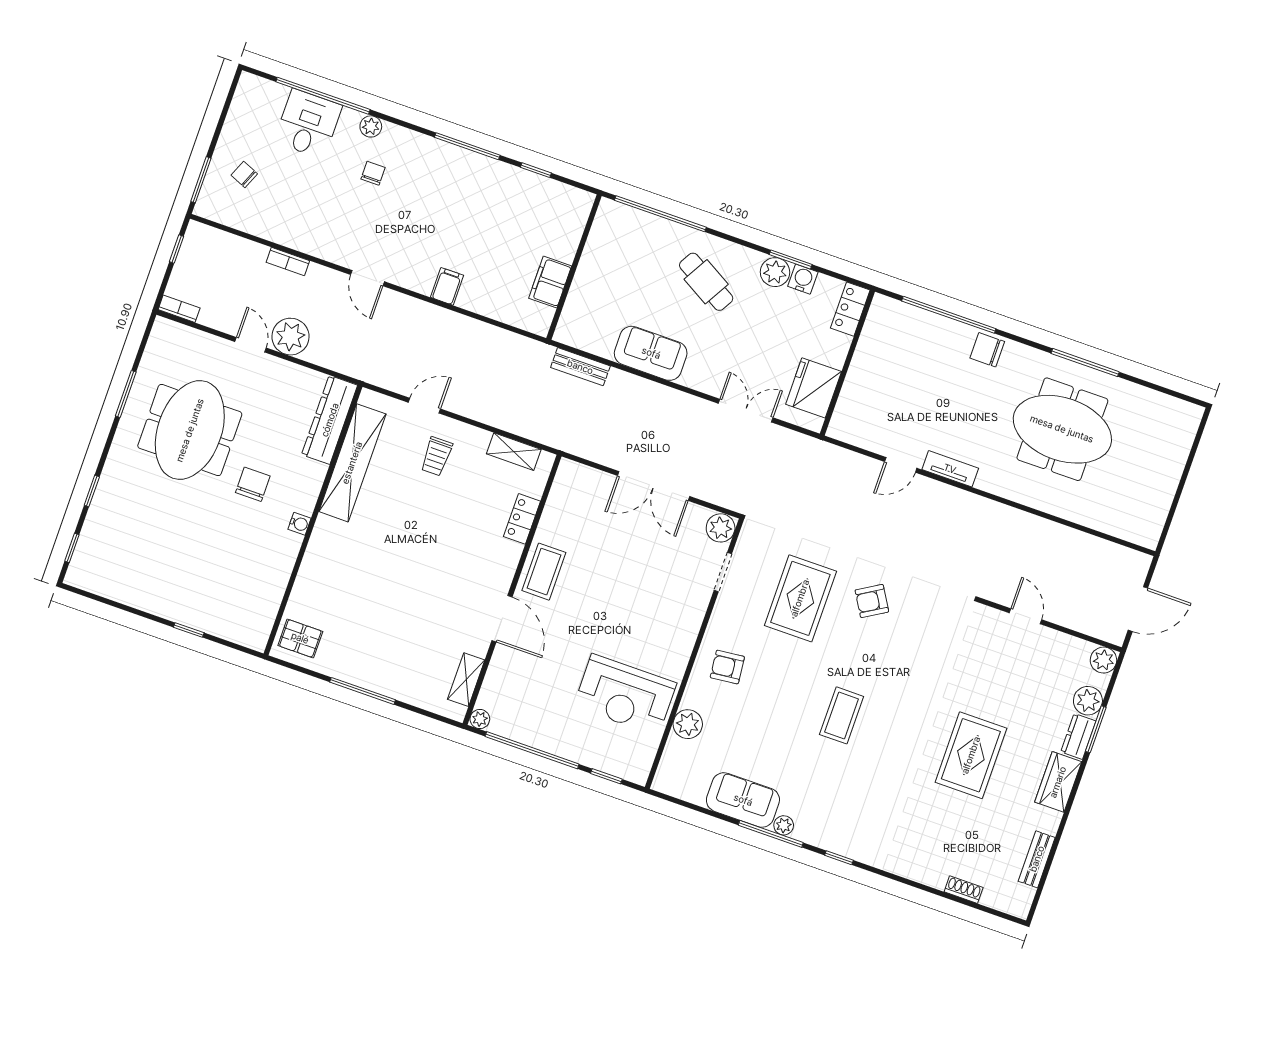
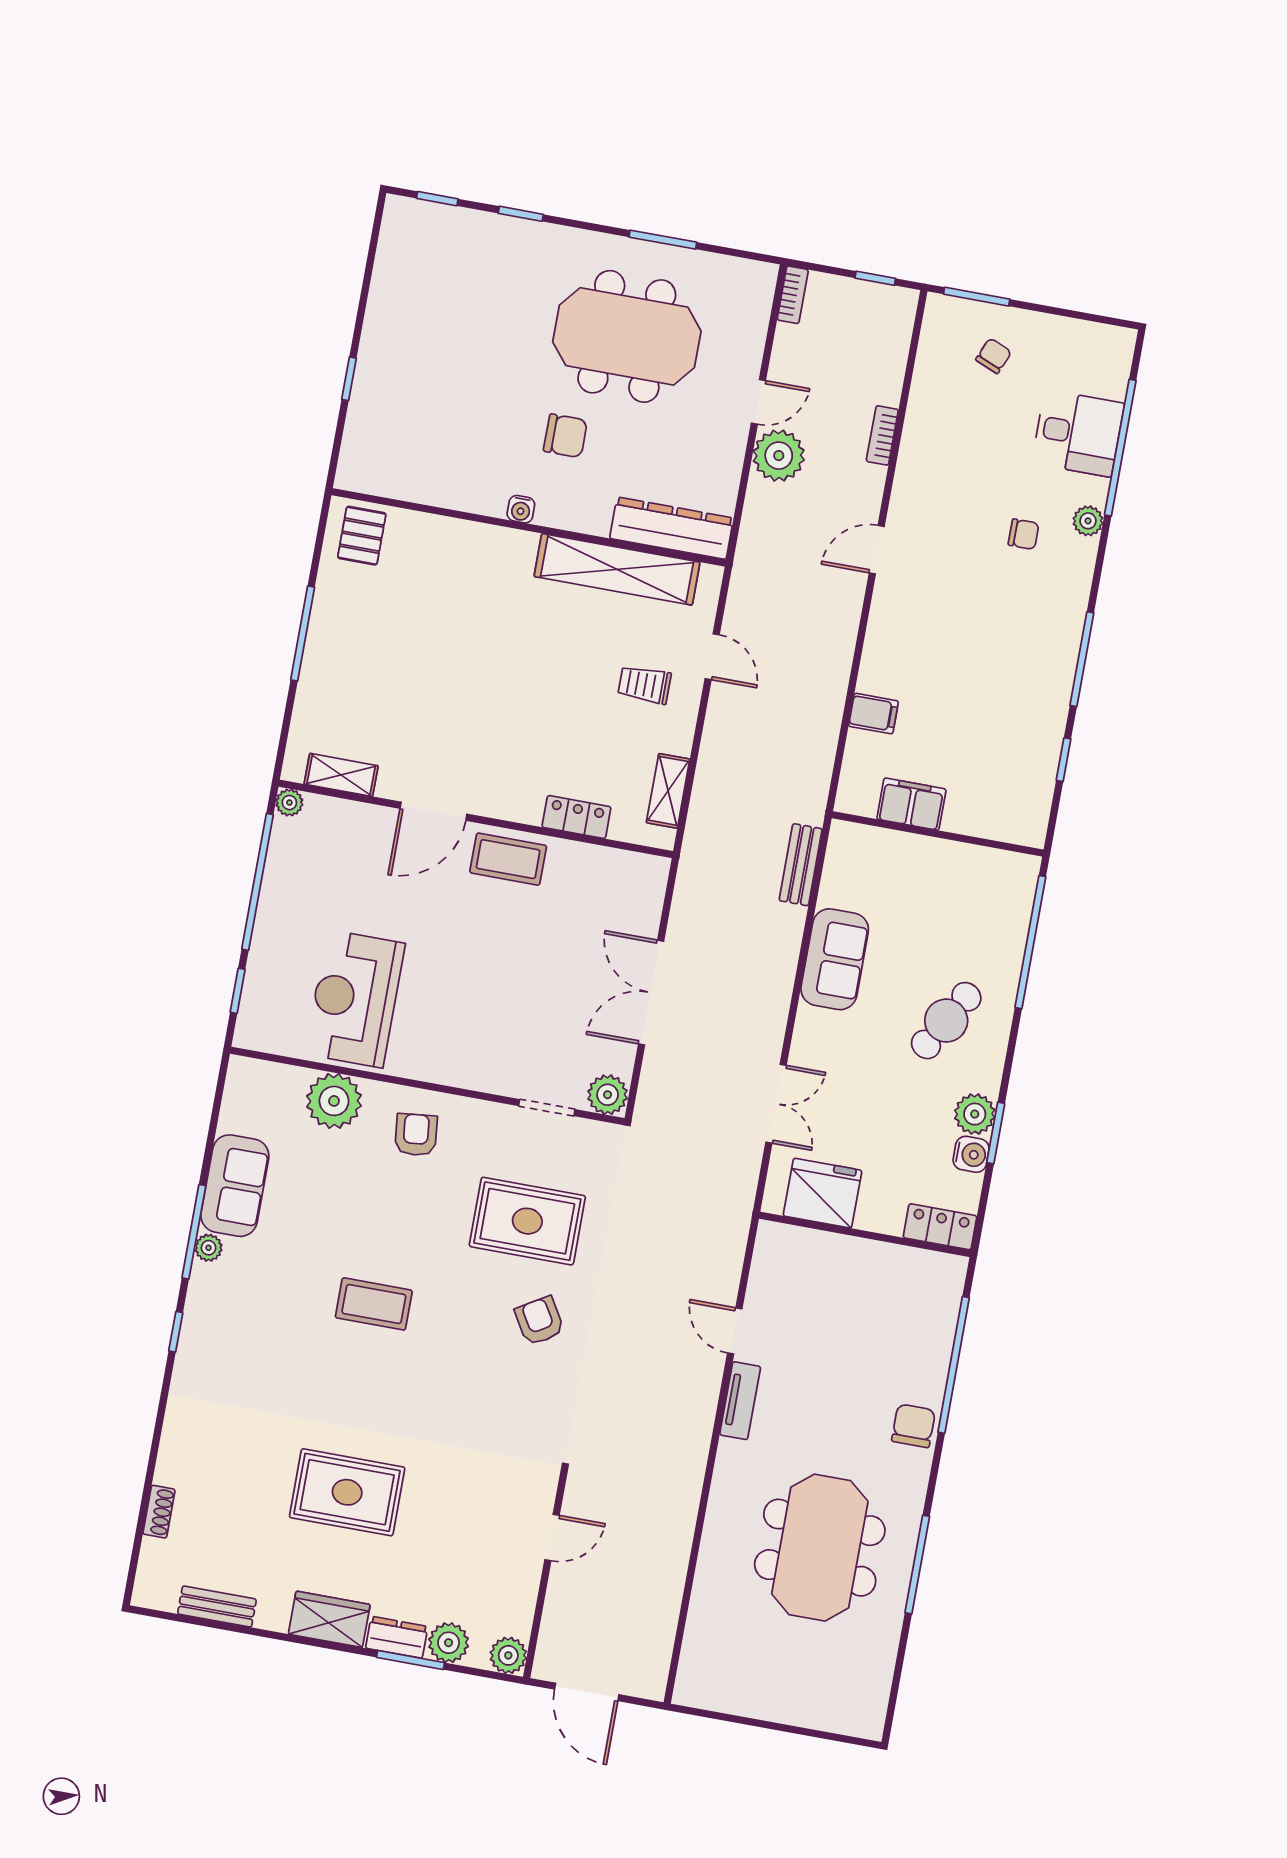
filing cabinet: (447, 286) -> (873, 714), moved
plant: (688, 724) -> (334, 1101), width x1.36, depth x1.36

